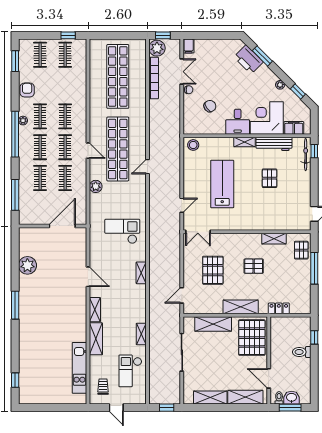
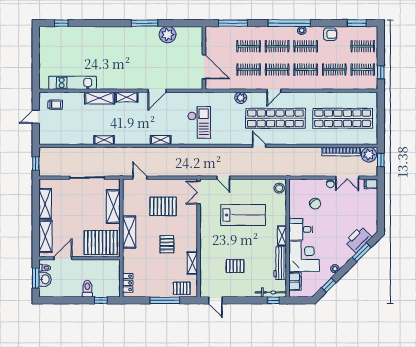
clothes rail: (65, 86) -> (334, 70), added
pallet: (270, 178) -> (235, 266), moved
window: (15, 305) -> (145, 23), moved
locker: (279, 308) -> (128, 283), moved
checkout: (130, 371) -> (70, 130), removed

